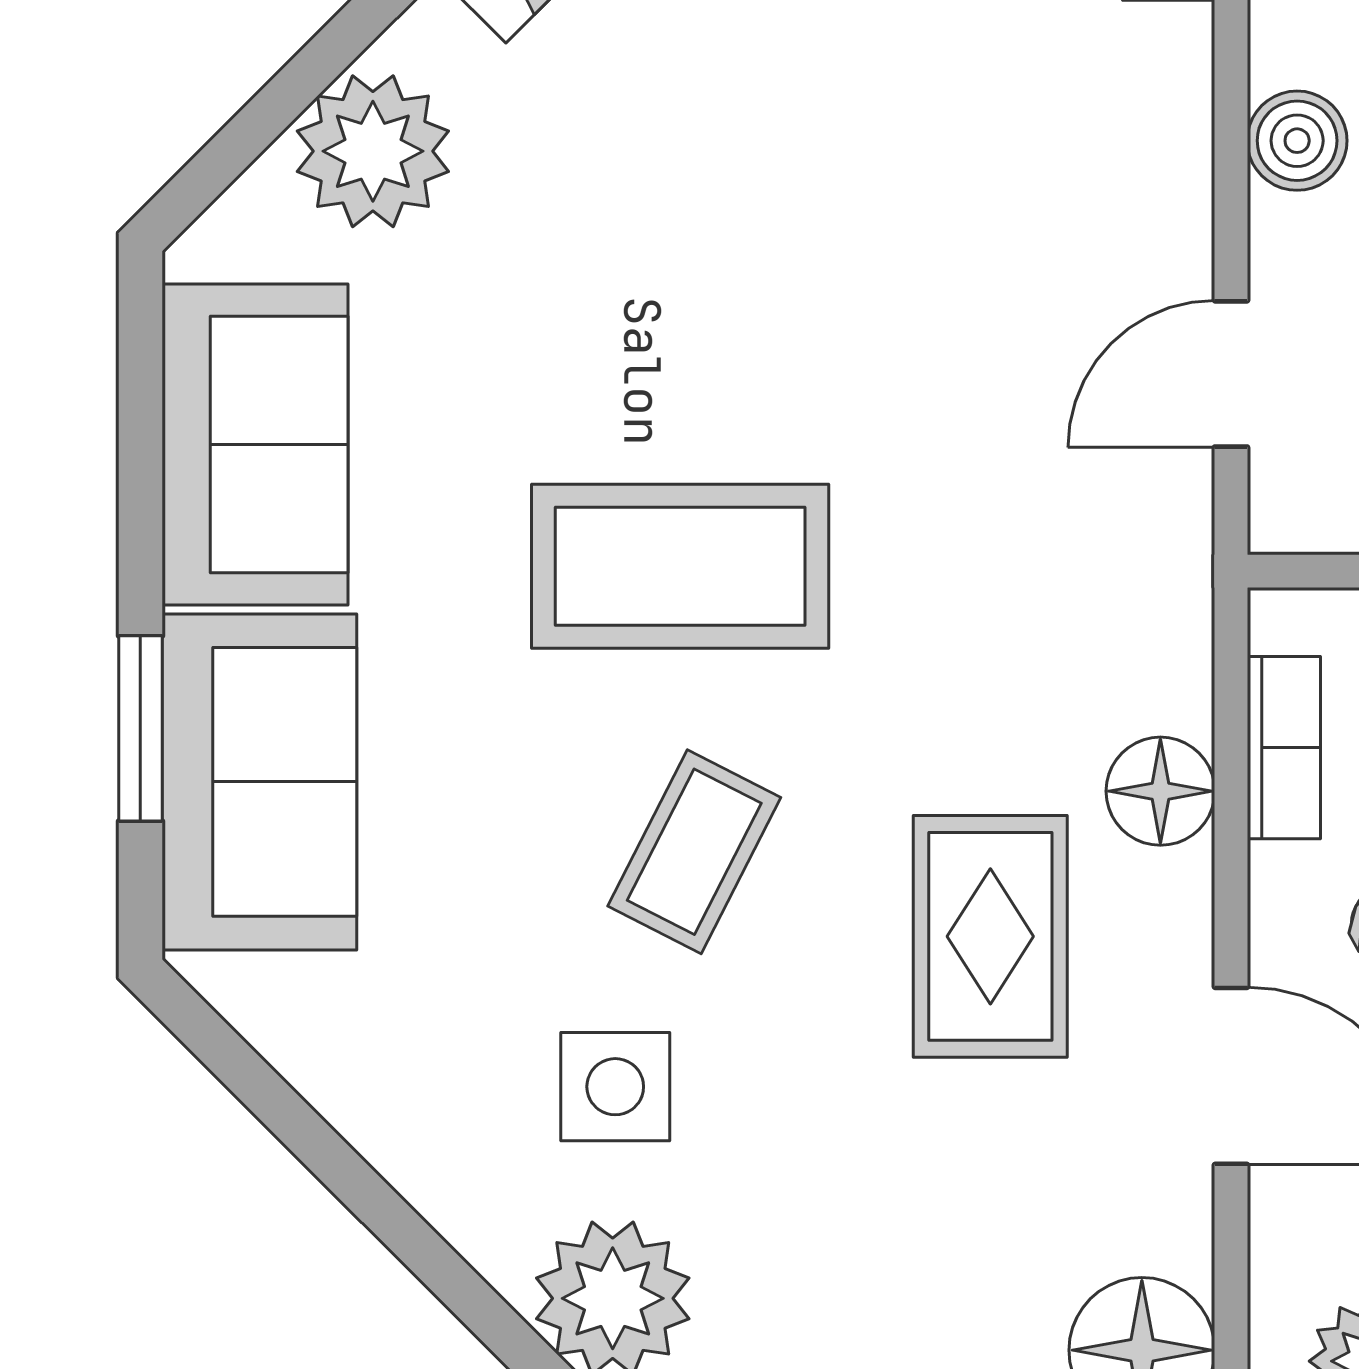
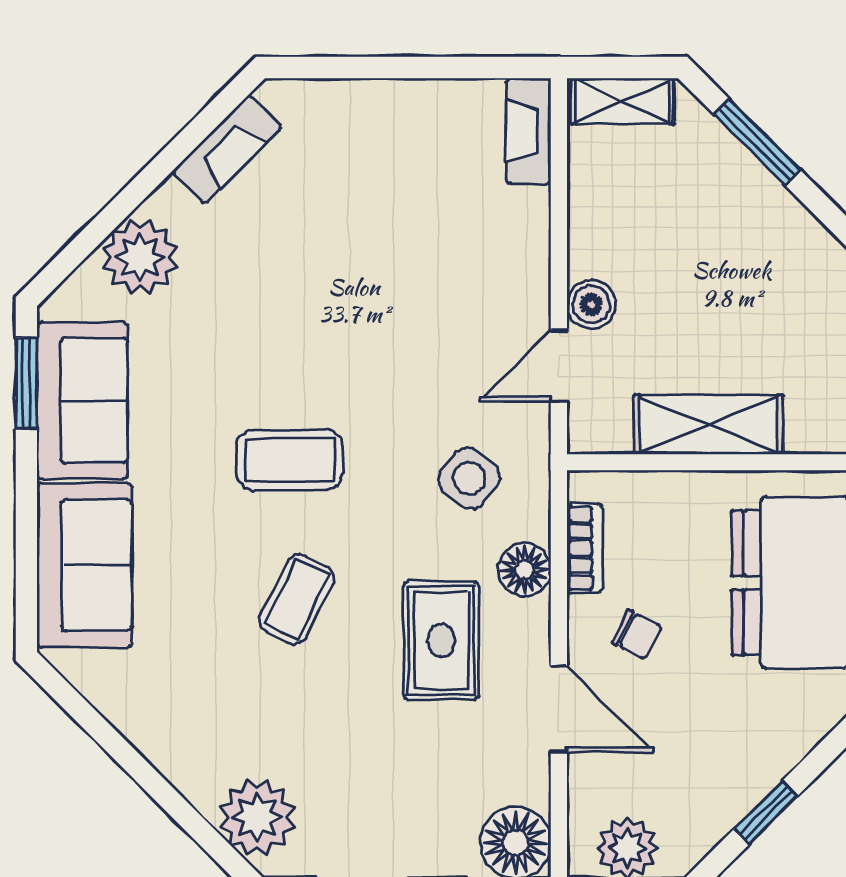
boiler: (1297, 141) -> (591, 304), moved
coffee table: (680, 566) -> (290, 460), width x0.73, depth x0.76
window: (140, 728) -> (26, 383), moved
side table: (615, 1087) -> (469, 478), moved, turned 37

